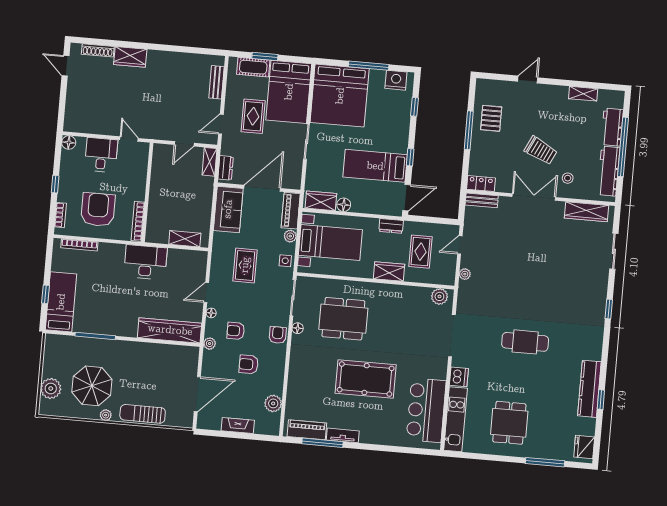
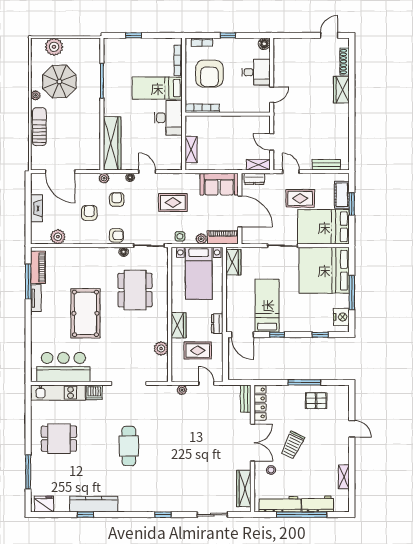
locker: (481, 184) -> (260, 403), width x1.53
floor lamp: (344, 205) -> (232, 282), removed
armchair: (98, 210) -> (209, 74), turned 90
plant: (439, 296) -> (161, 348), moved
bed: (61, 302) -> (157, 88), moved, turned 180

